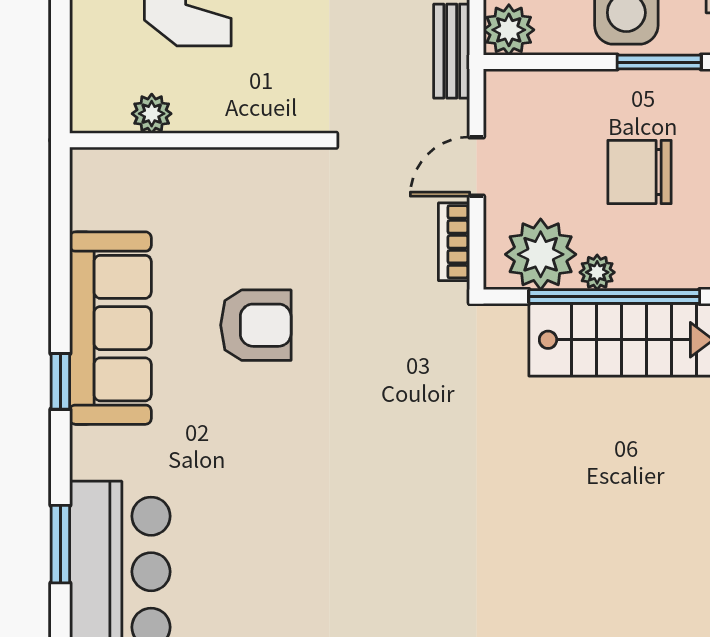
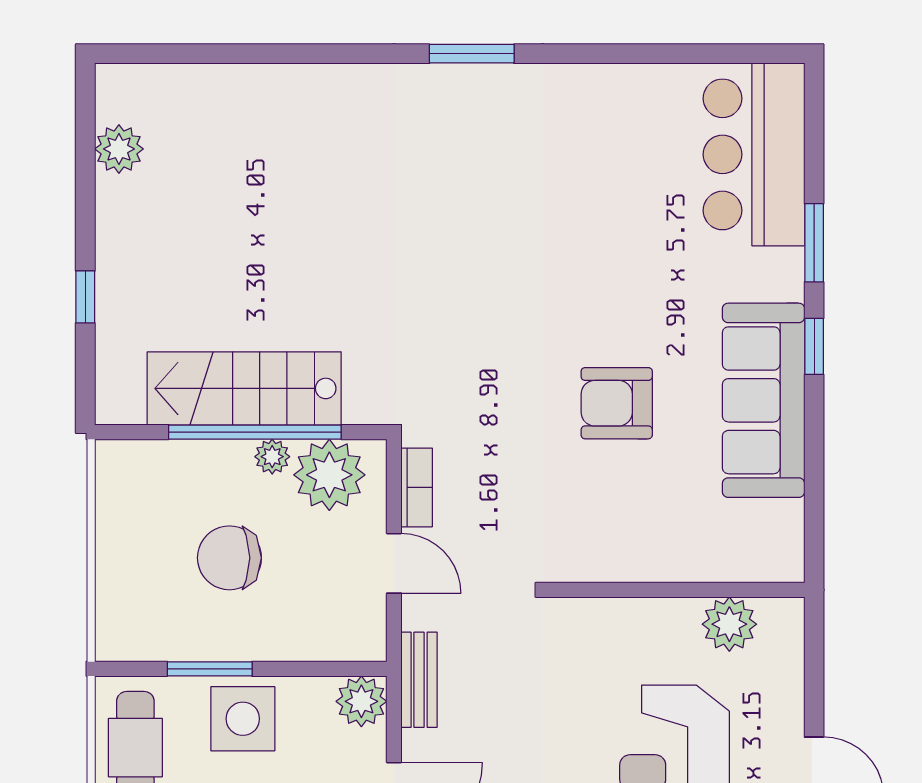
plant: (152, 114) -> (729, 624), width x1.38, depth x1.38
door: (477, 167) -> (394, 563), hinge flipped
chair: (640, 172) -> (229, 558), turned 180
window: (60, 544) -> (814, 243), moved

